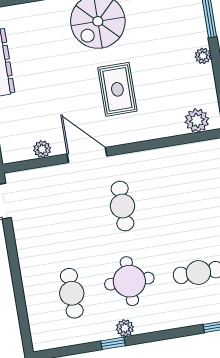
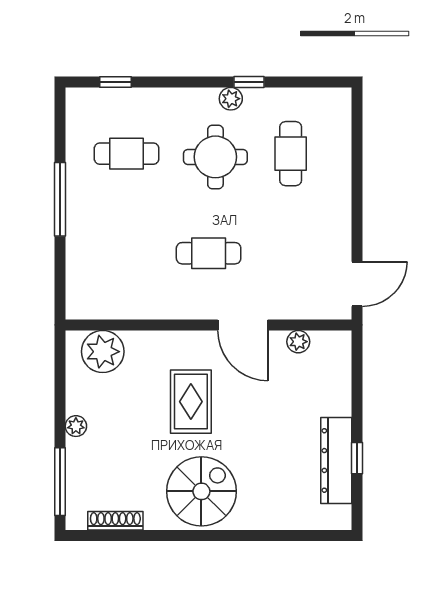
plant: (197, 120) -> (103, 352), width x1.36, depth x1.36
cafe table: (122, 206) -> (209, 253), turned 90

